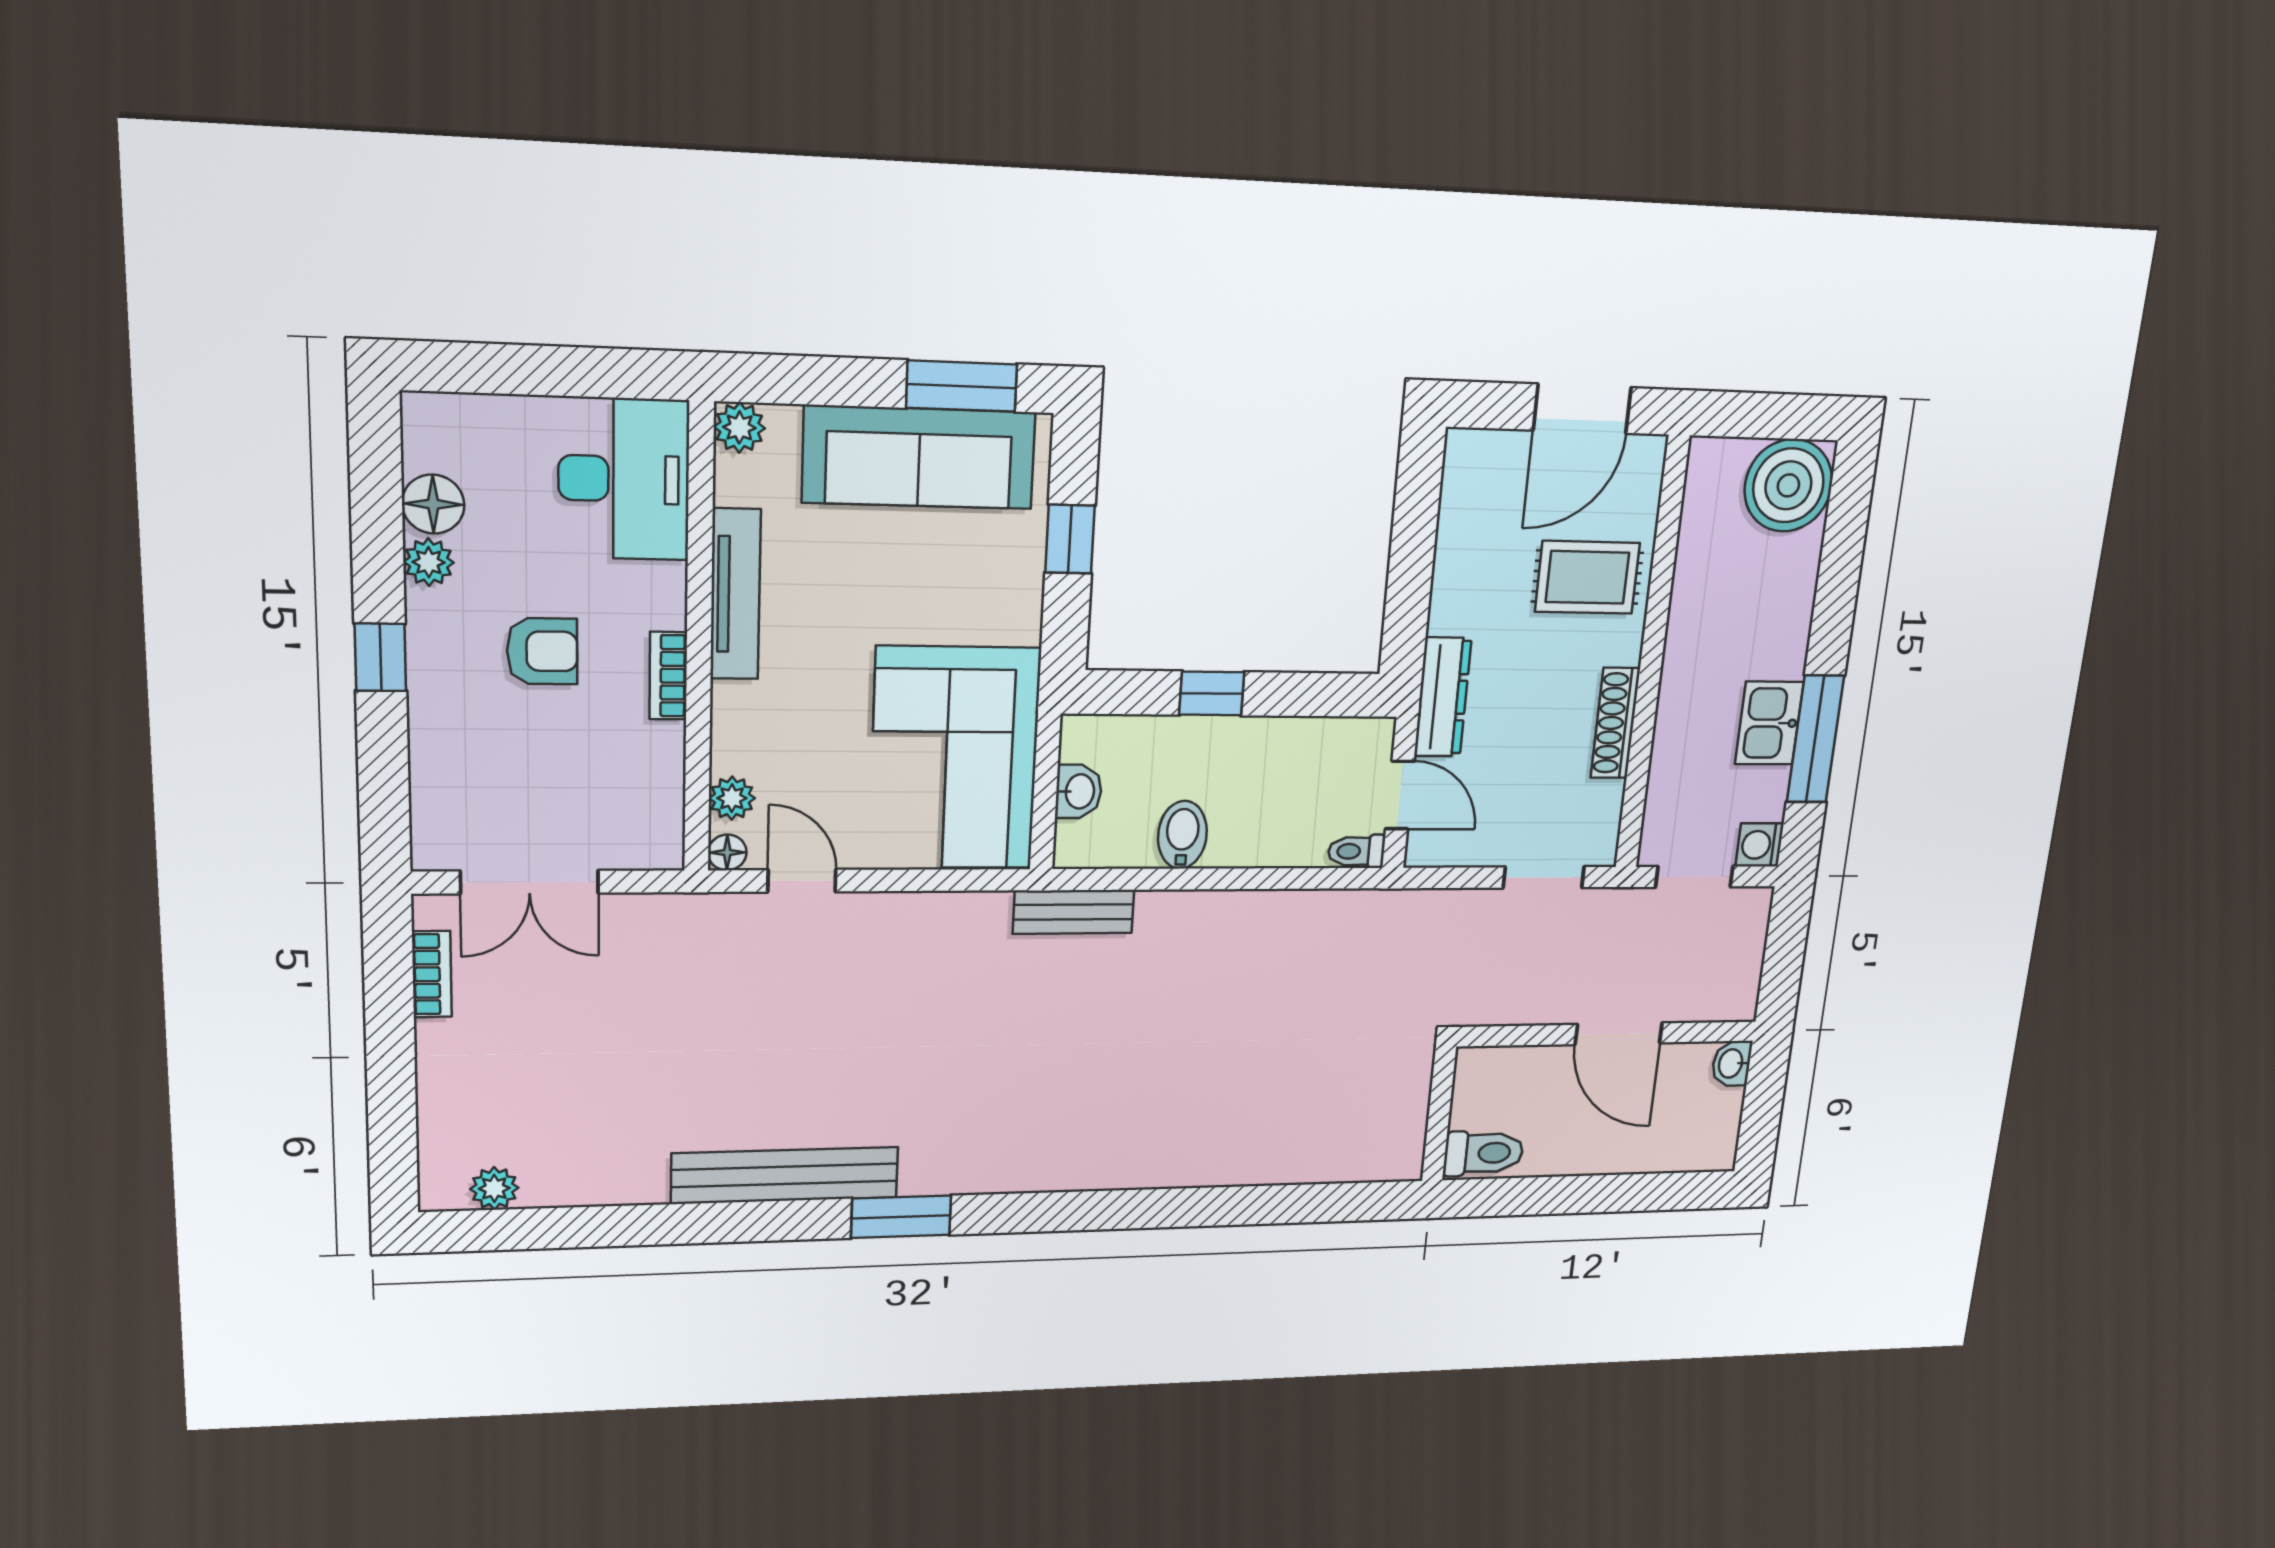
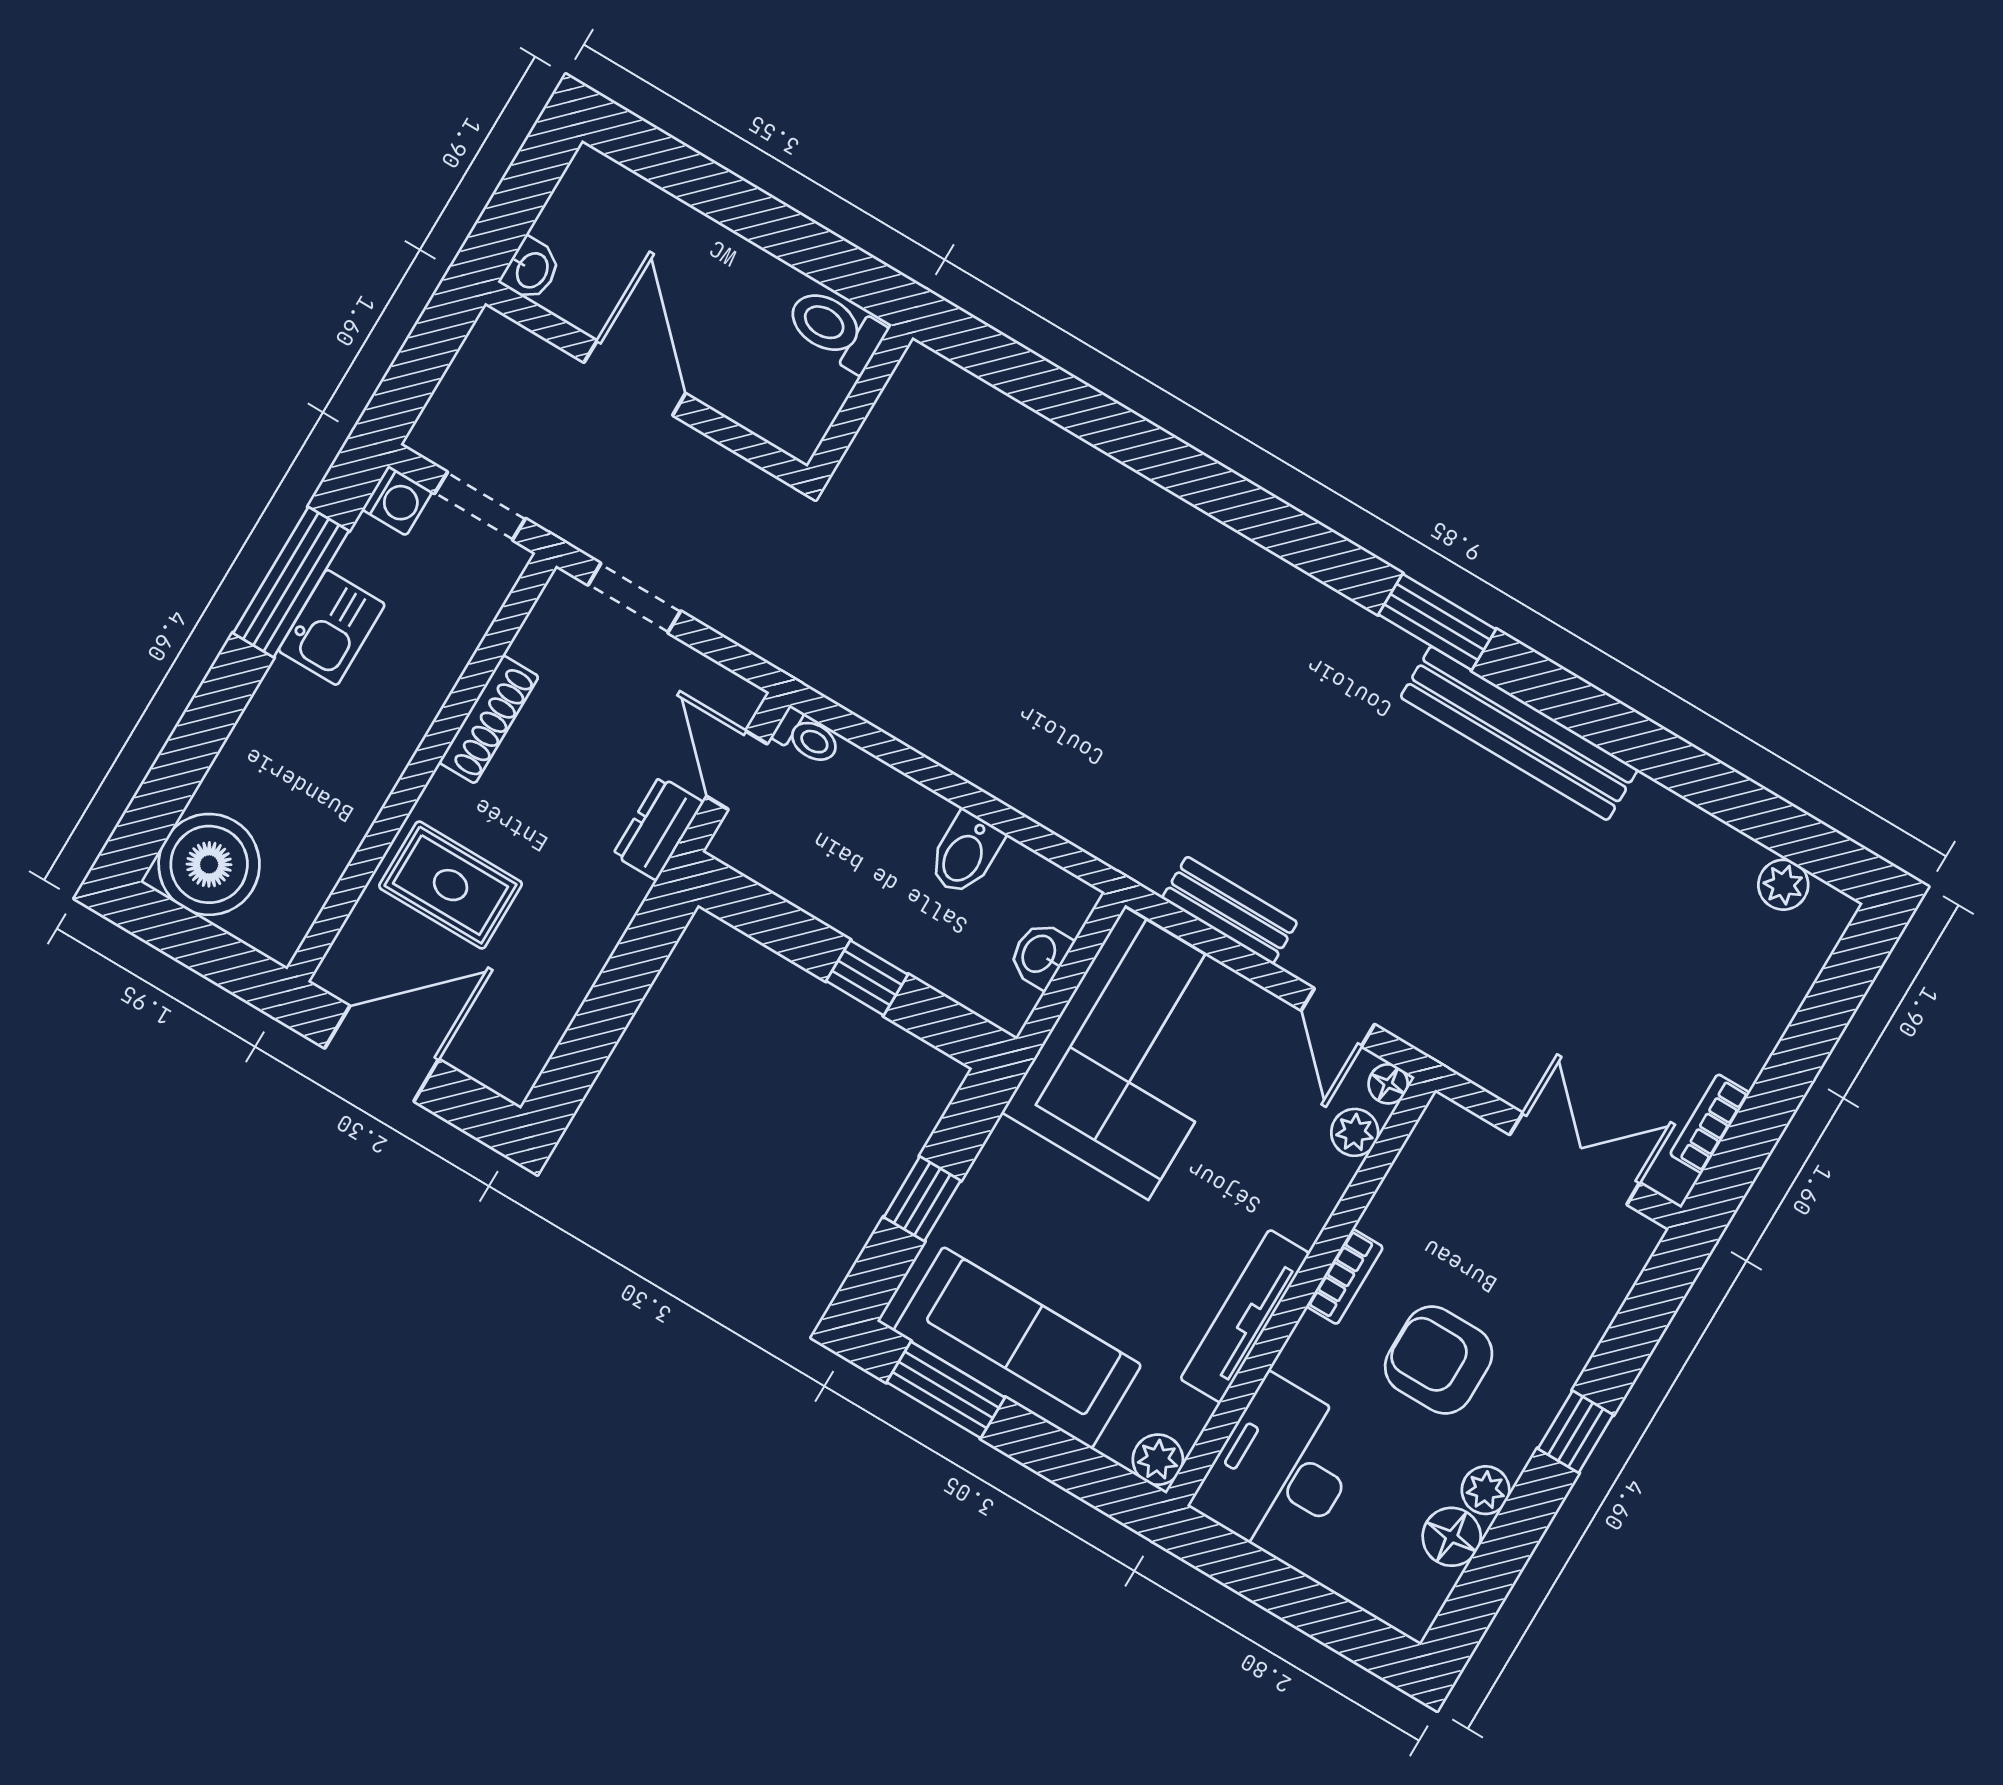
armchair: (542, 651) -> (1439, 1360), width x1.38, depth x1.38
dresser: (1443, 697) -> (658, 828), width x0.70
bench: (1073, 912) -> (1230, 910), moved

